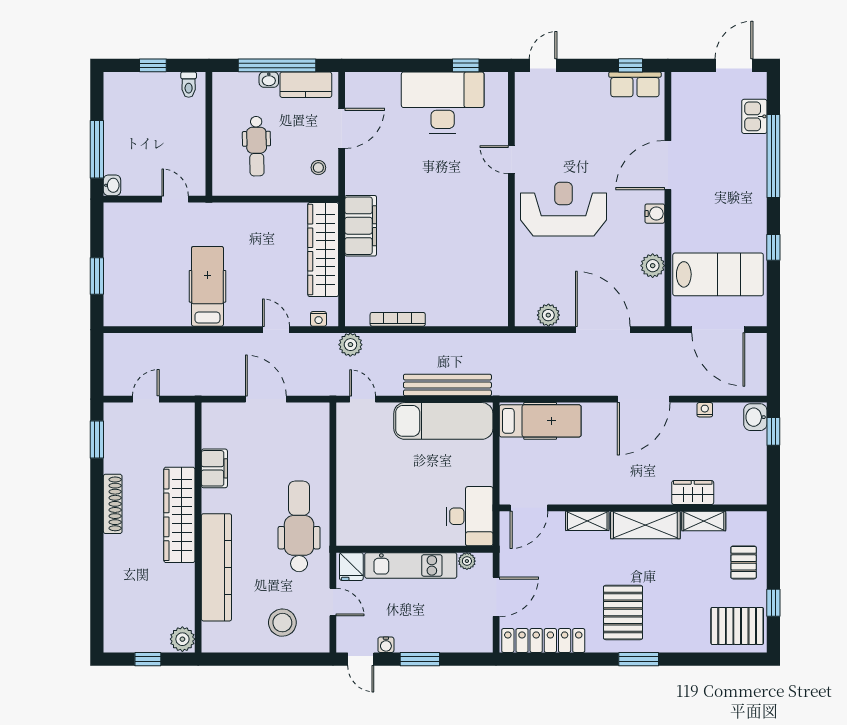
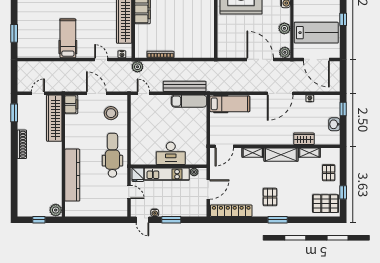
plant: (548, 315) -> (285, 52), moved
washbasin: (755, 417) -> (334, 124), moved
exam couch: (443, 421) -> (189, 101), width x0.73, depth x0.69
filing cabinet: (214, 468) -> (71, 104), moved
wardrobe: (179, 515) -> (54, 118), moved
desk: (469, 516) -> (171, 153), moved, turned 90
pallet: (623, 612) -> (270, 197), width x0.67, depth x0.71
stool: (282, 623) -> (111, 113), moved

